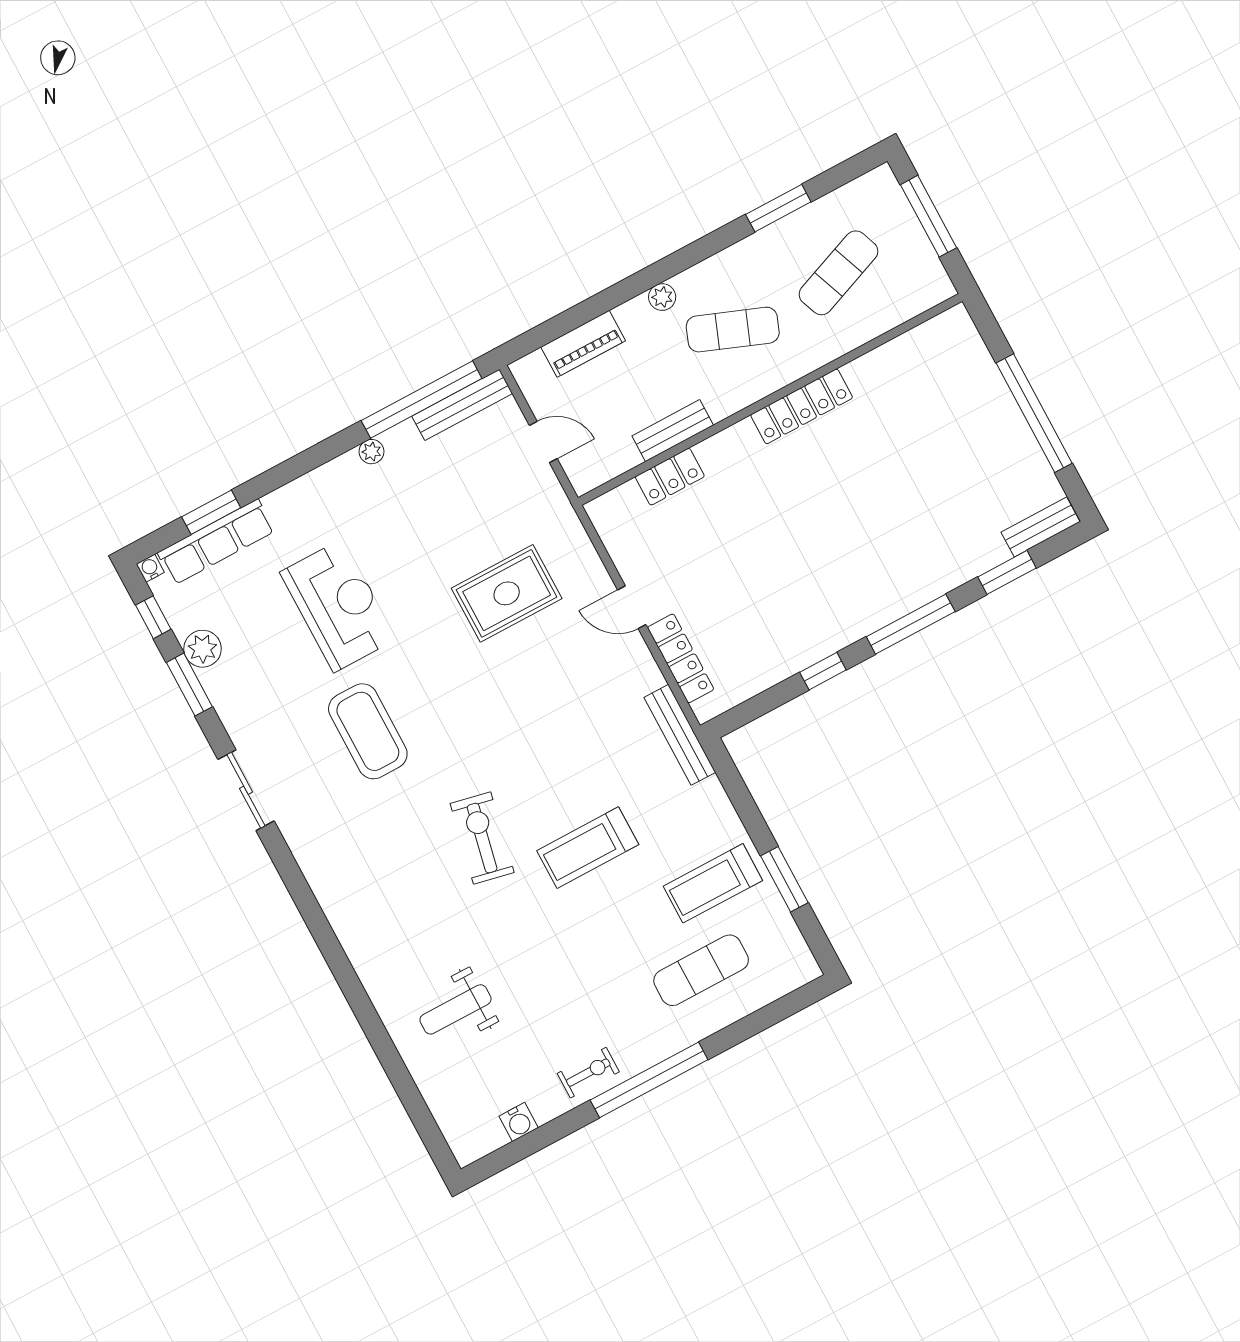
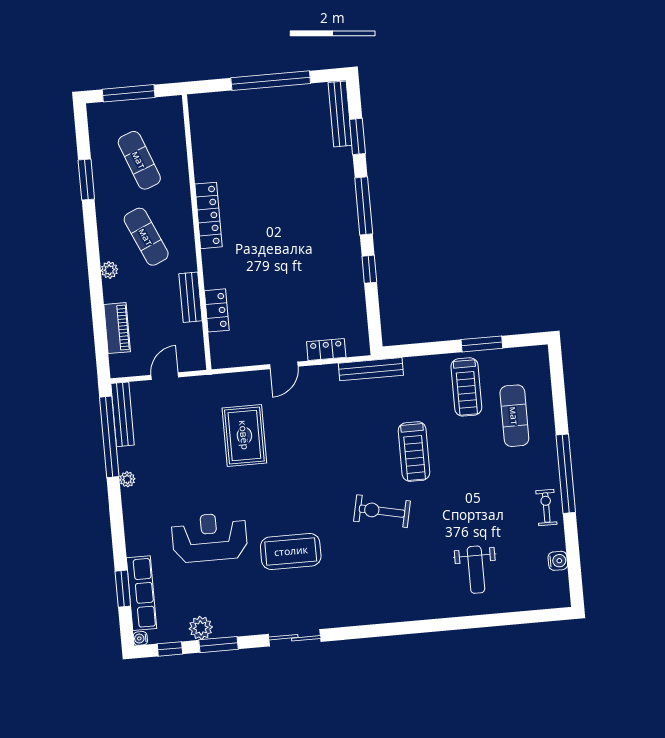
exercise mat: (733, 330) -> (146, 237), turned -45
bench: (1041, 527) -> (340, 114), width x1.36
locker: (681, 658) -> (326, 350), width x0.66

